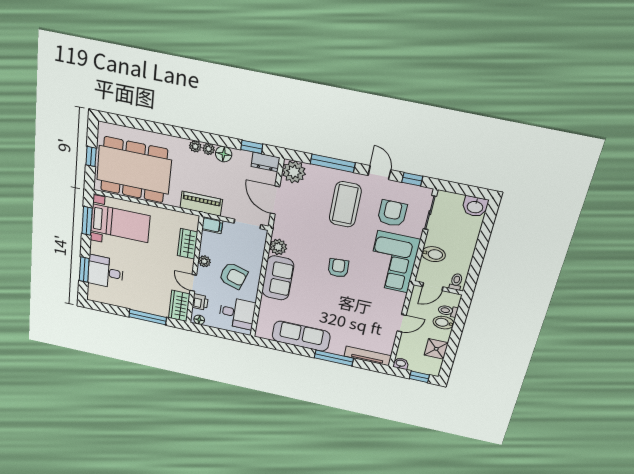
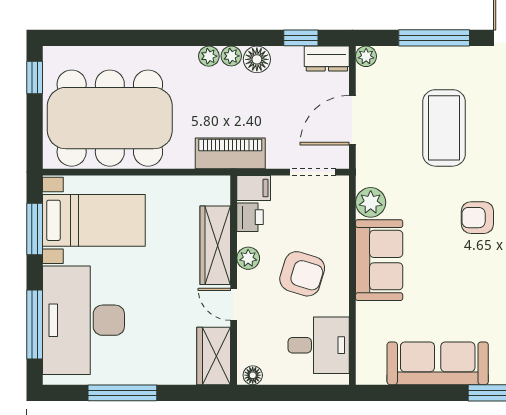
window: (91, 156) -> (35, 77), moved
plant: (294, 172) -> (366, 56), width x0.53, depth x0.53
door: (275, 200) -> (352, 120), hinge flipped
coffee table: (345, 204) -> (444, 128), moved
wardrobe: (188, 244) -> (215, 245), width x1.50
armchair: (338, 268) -> (477, 218), turned -86
window: (84, 270) -> (35, 325), width x1.44
desk: (106, 272) -> (83, 320), width x1.87, depth x1.30
printer: (200, 302) -> (250, 217), moved
window: (148, 317) -> (122, 393), moved

